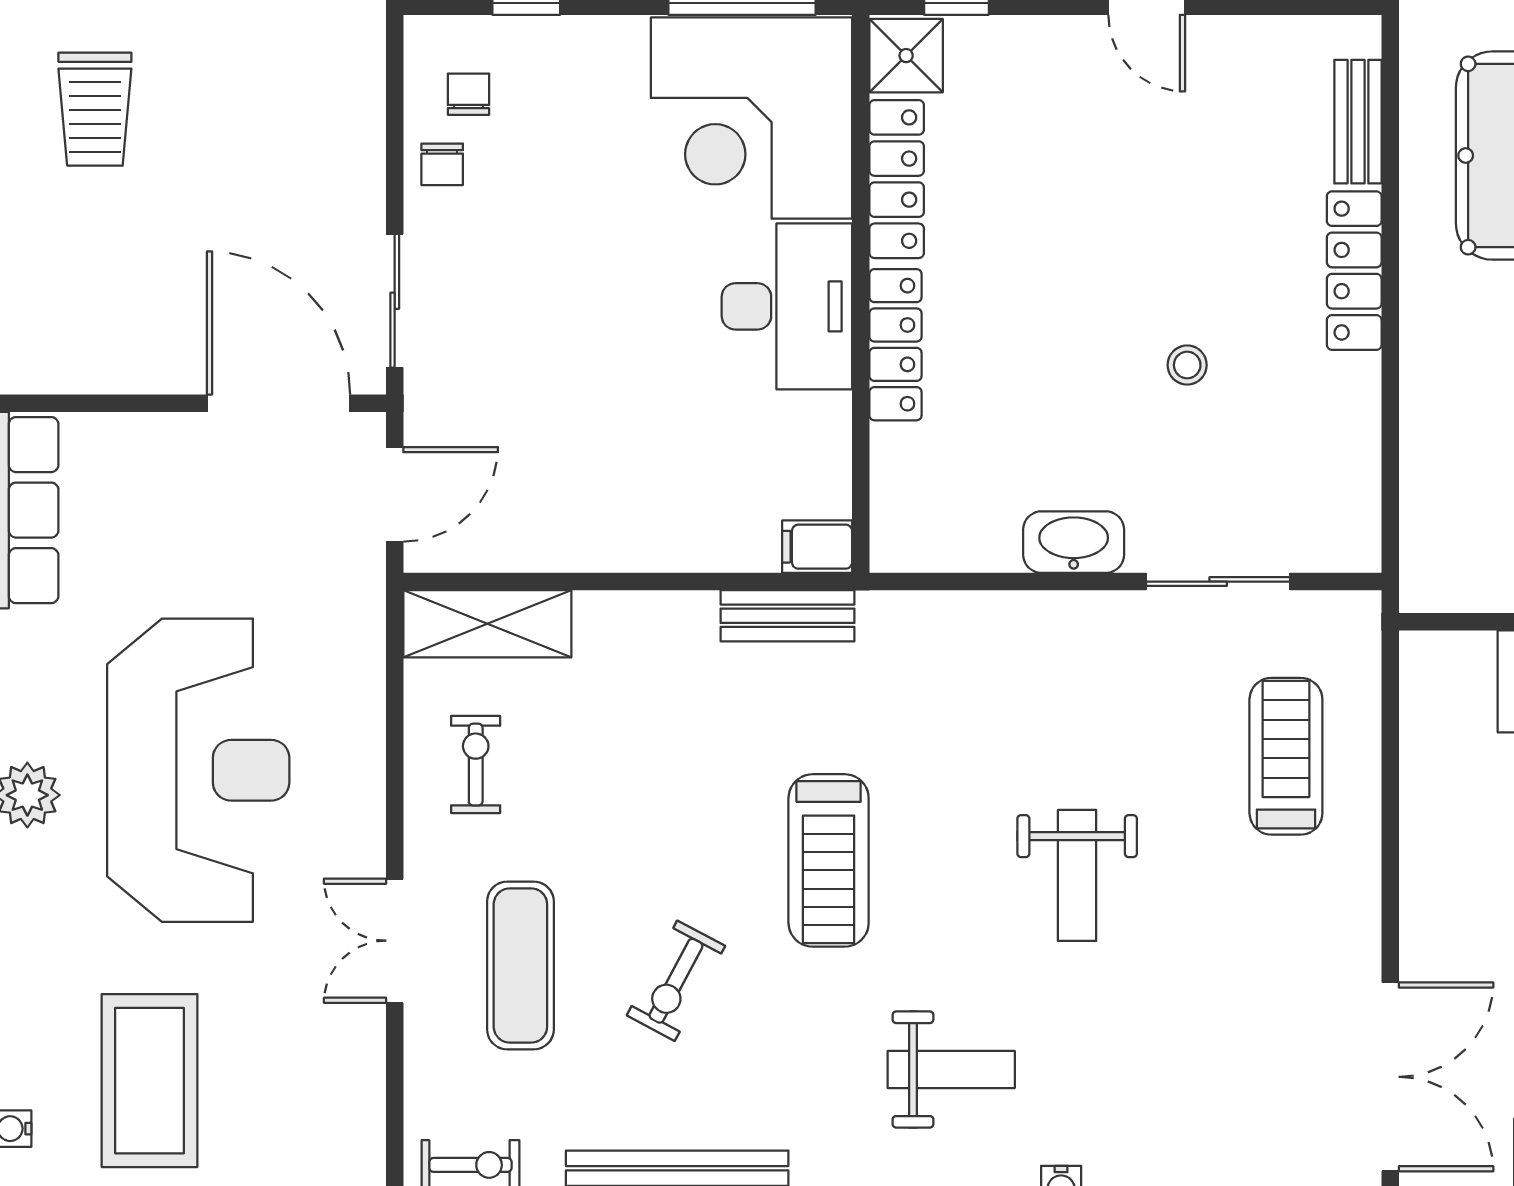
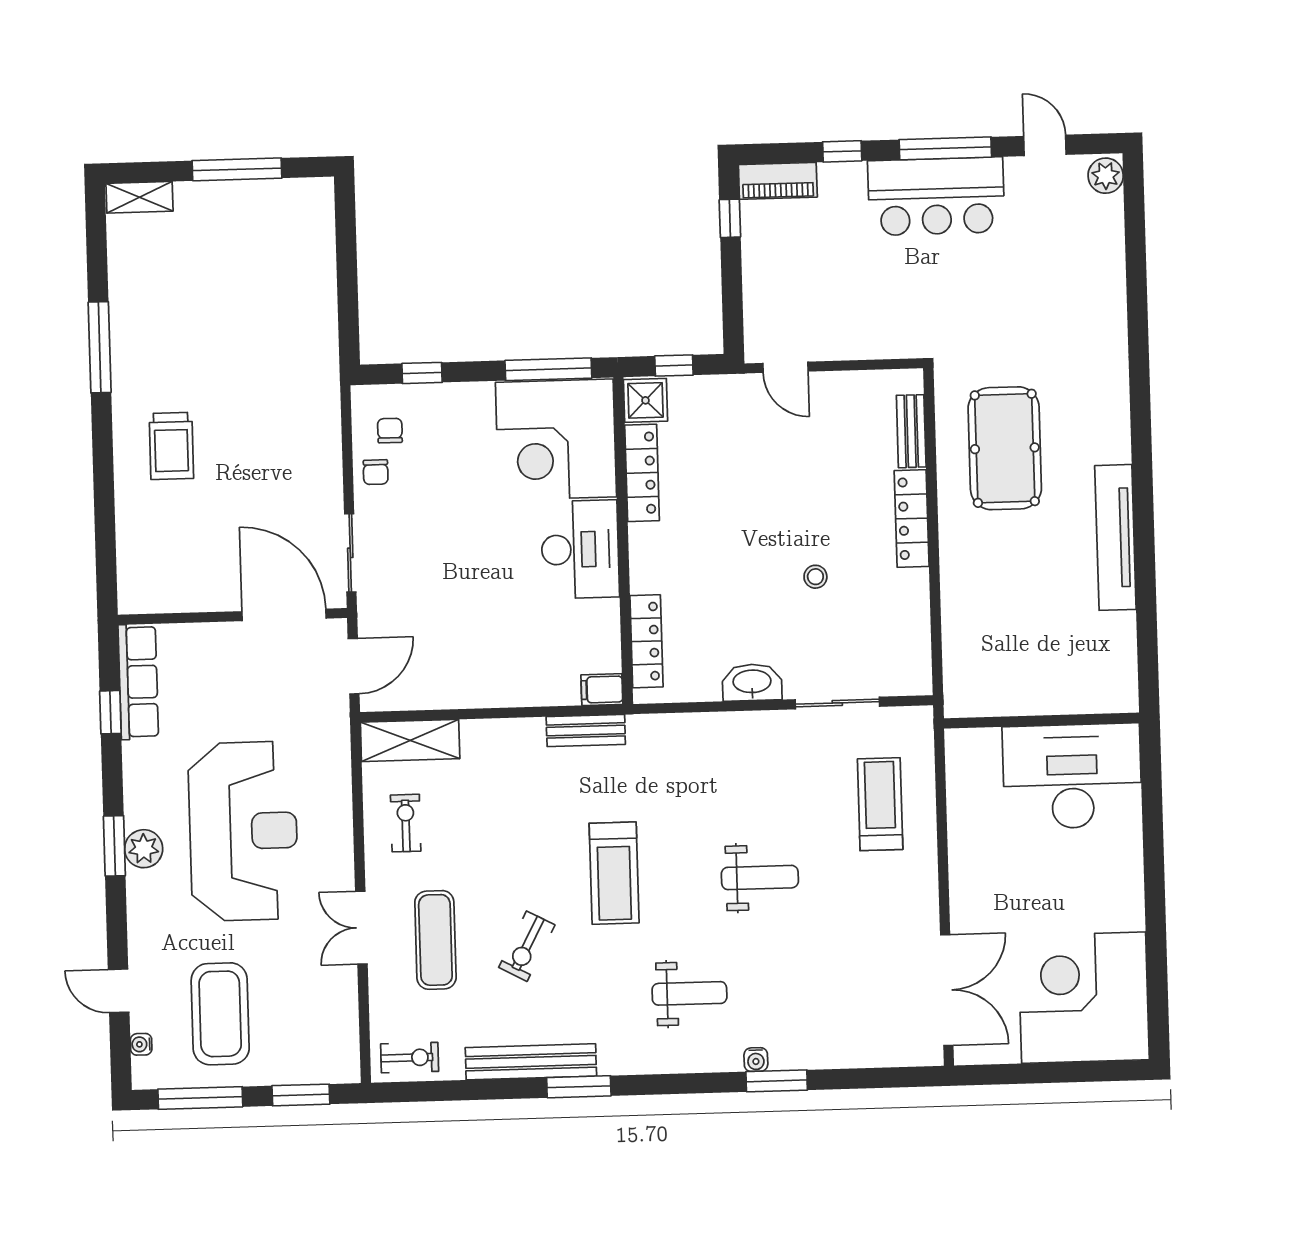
locker: (895, 345) -> (646, 641), moved
weight bench: (1077, 875) -> (760, 878), turned -90

